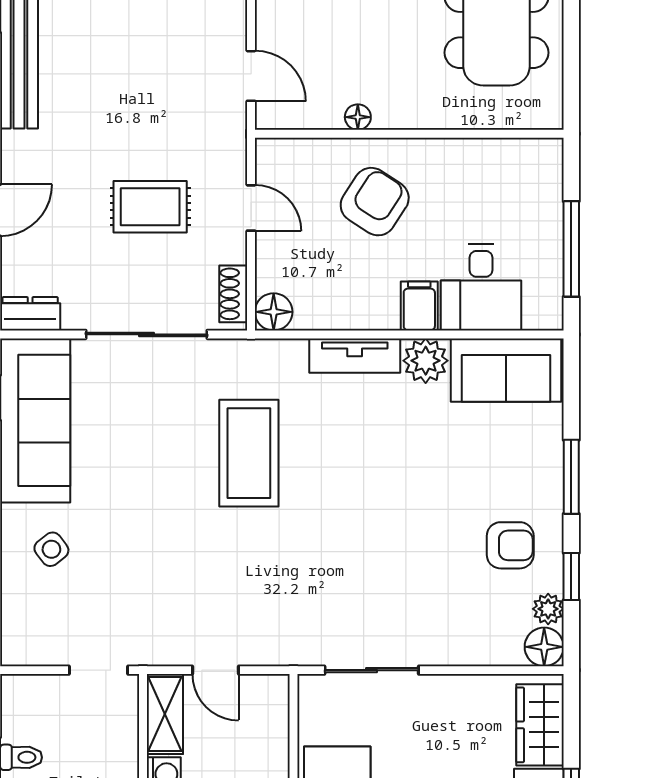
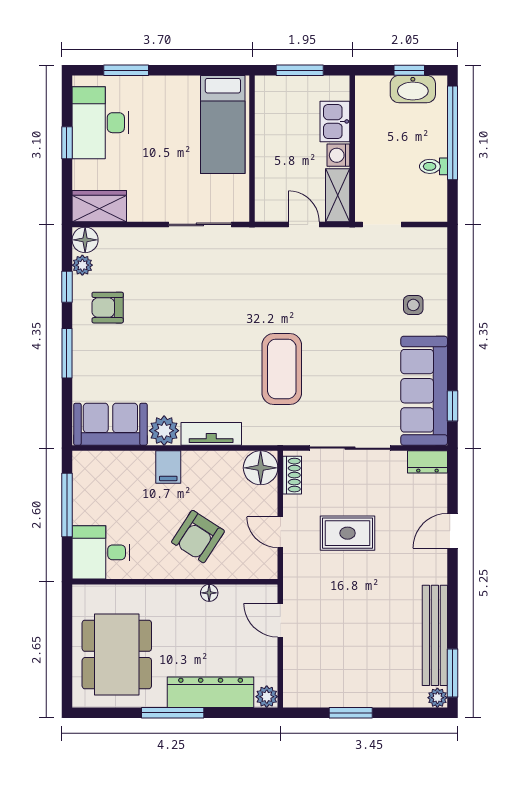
desk: (481, 287) -> (101, 552), moved, turned -90
floor lamp: (274, 312) -> (261, 468), width x1.38, depth x1.38
side table: (51, 549) -> (413, 305), turned 38
wardrobe: (540, 725) -> (99, 206), moved, turned -90

